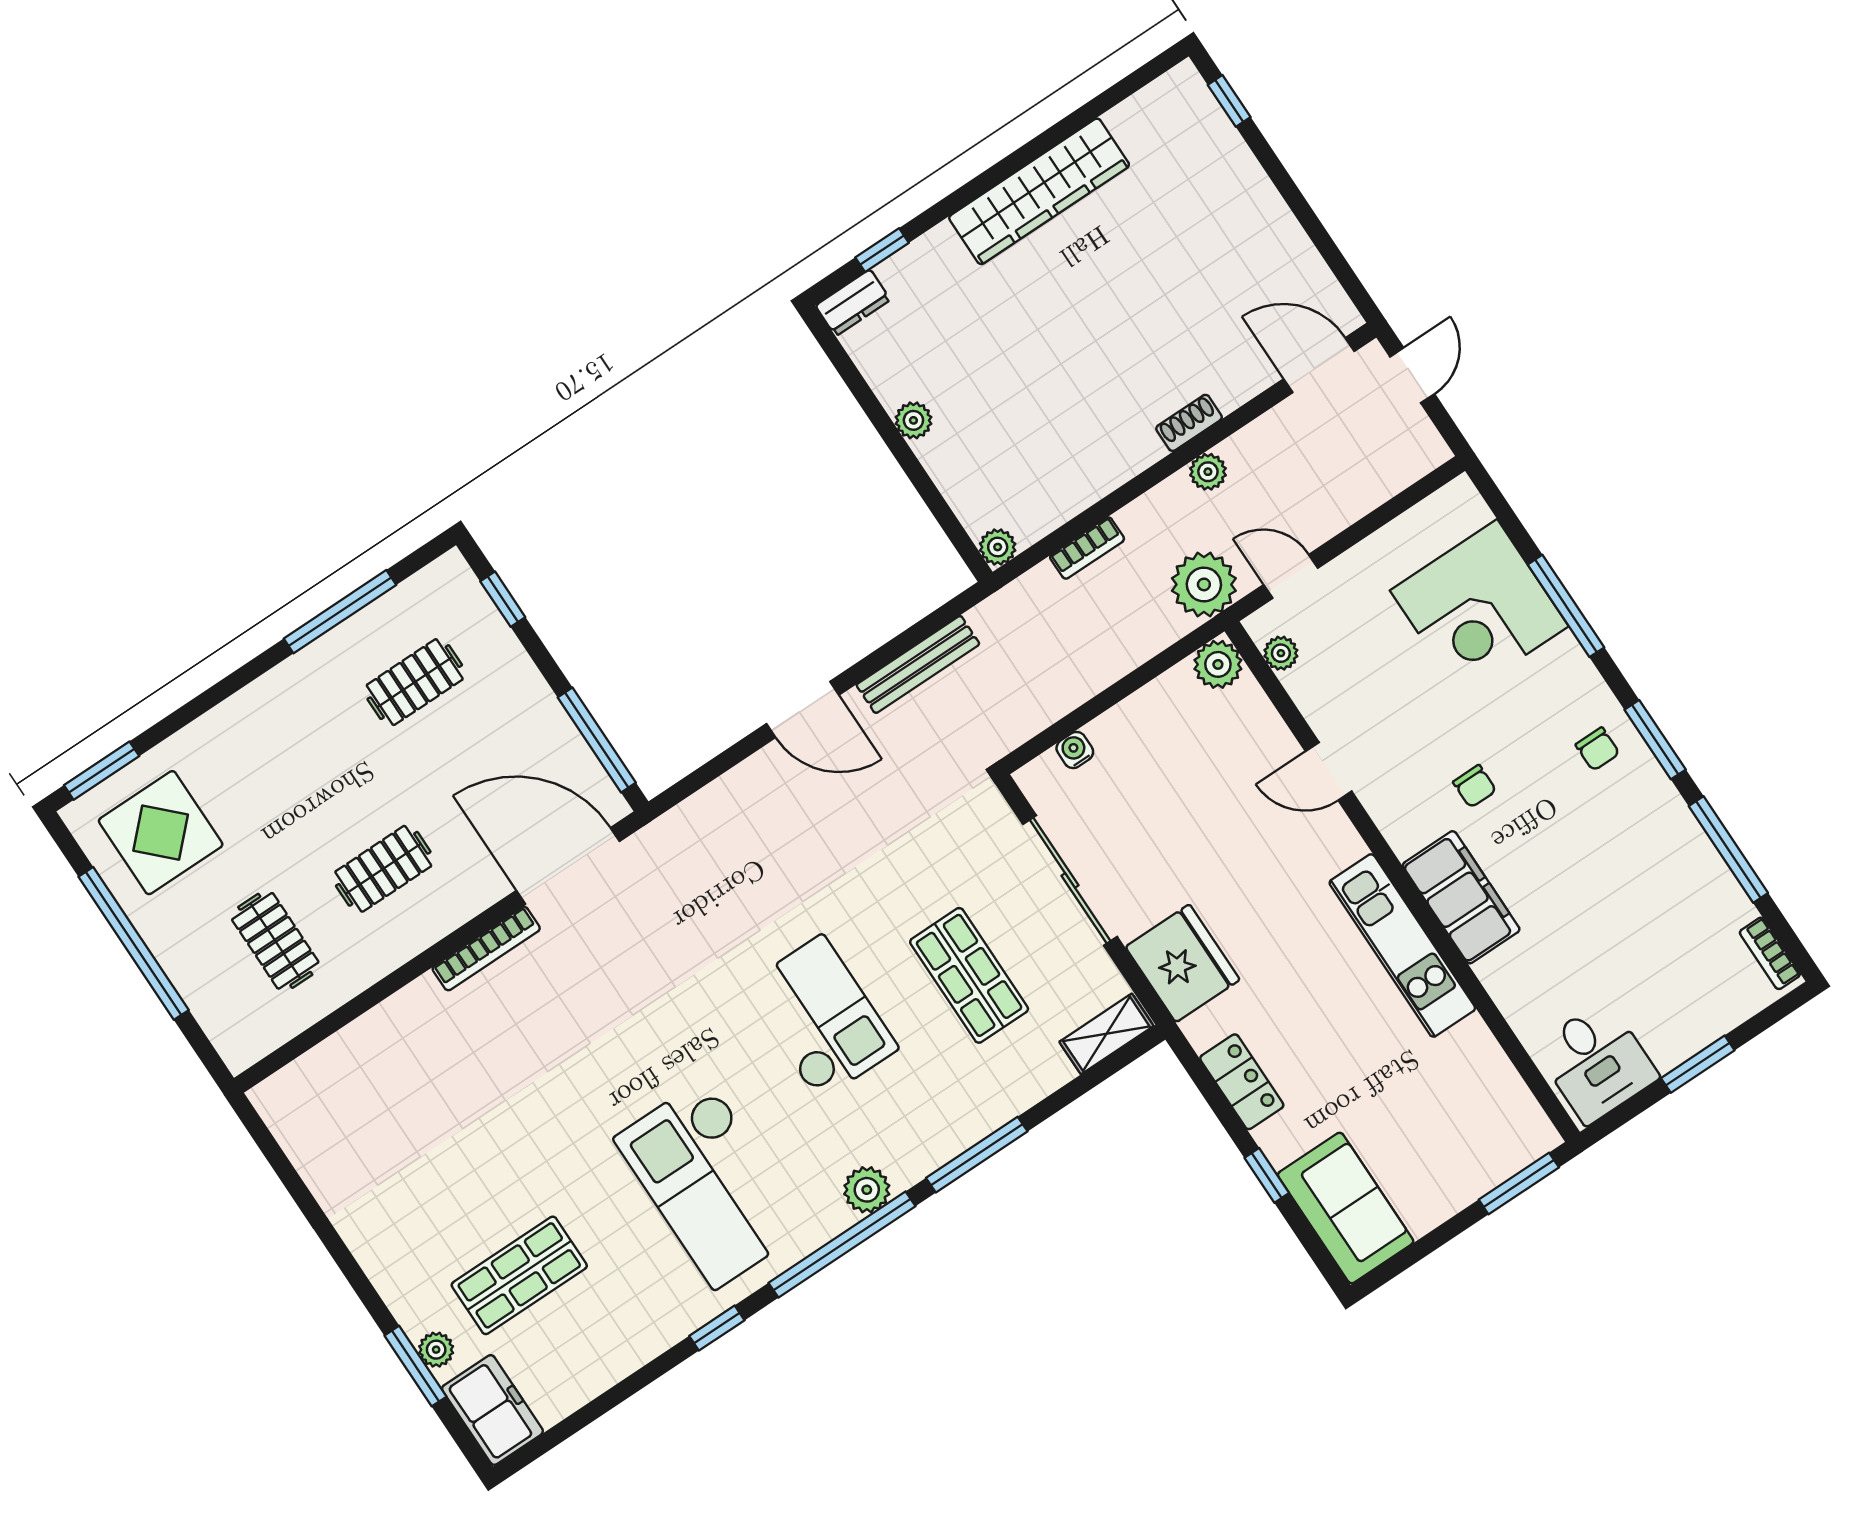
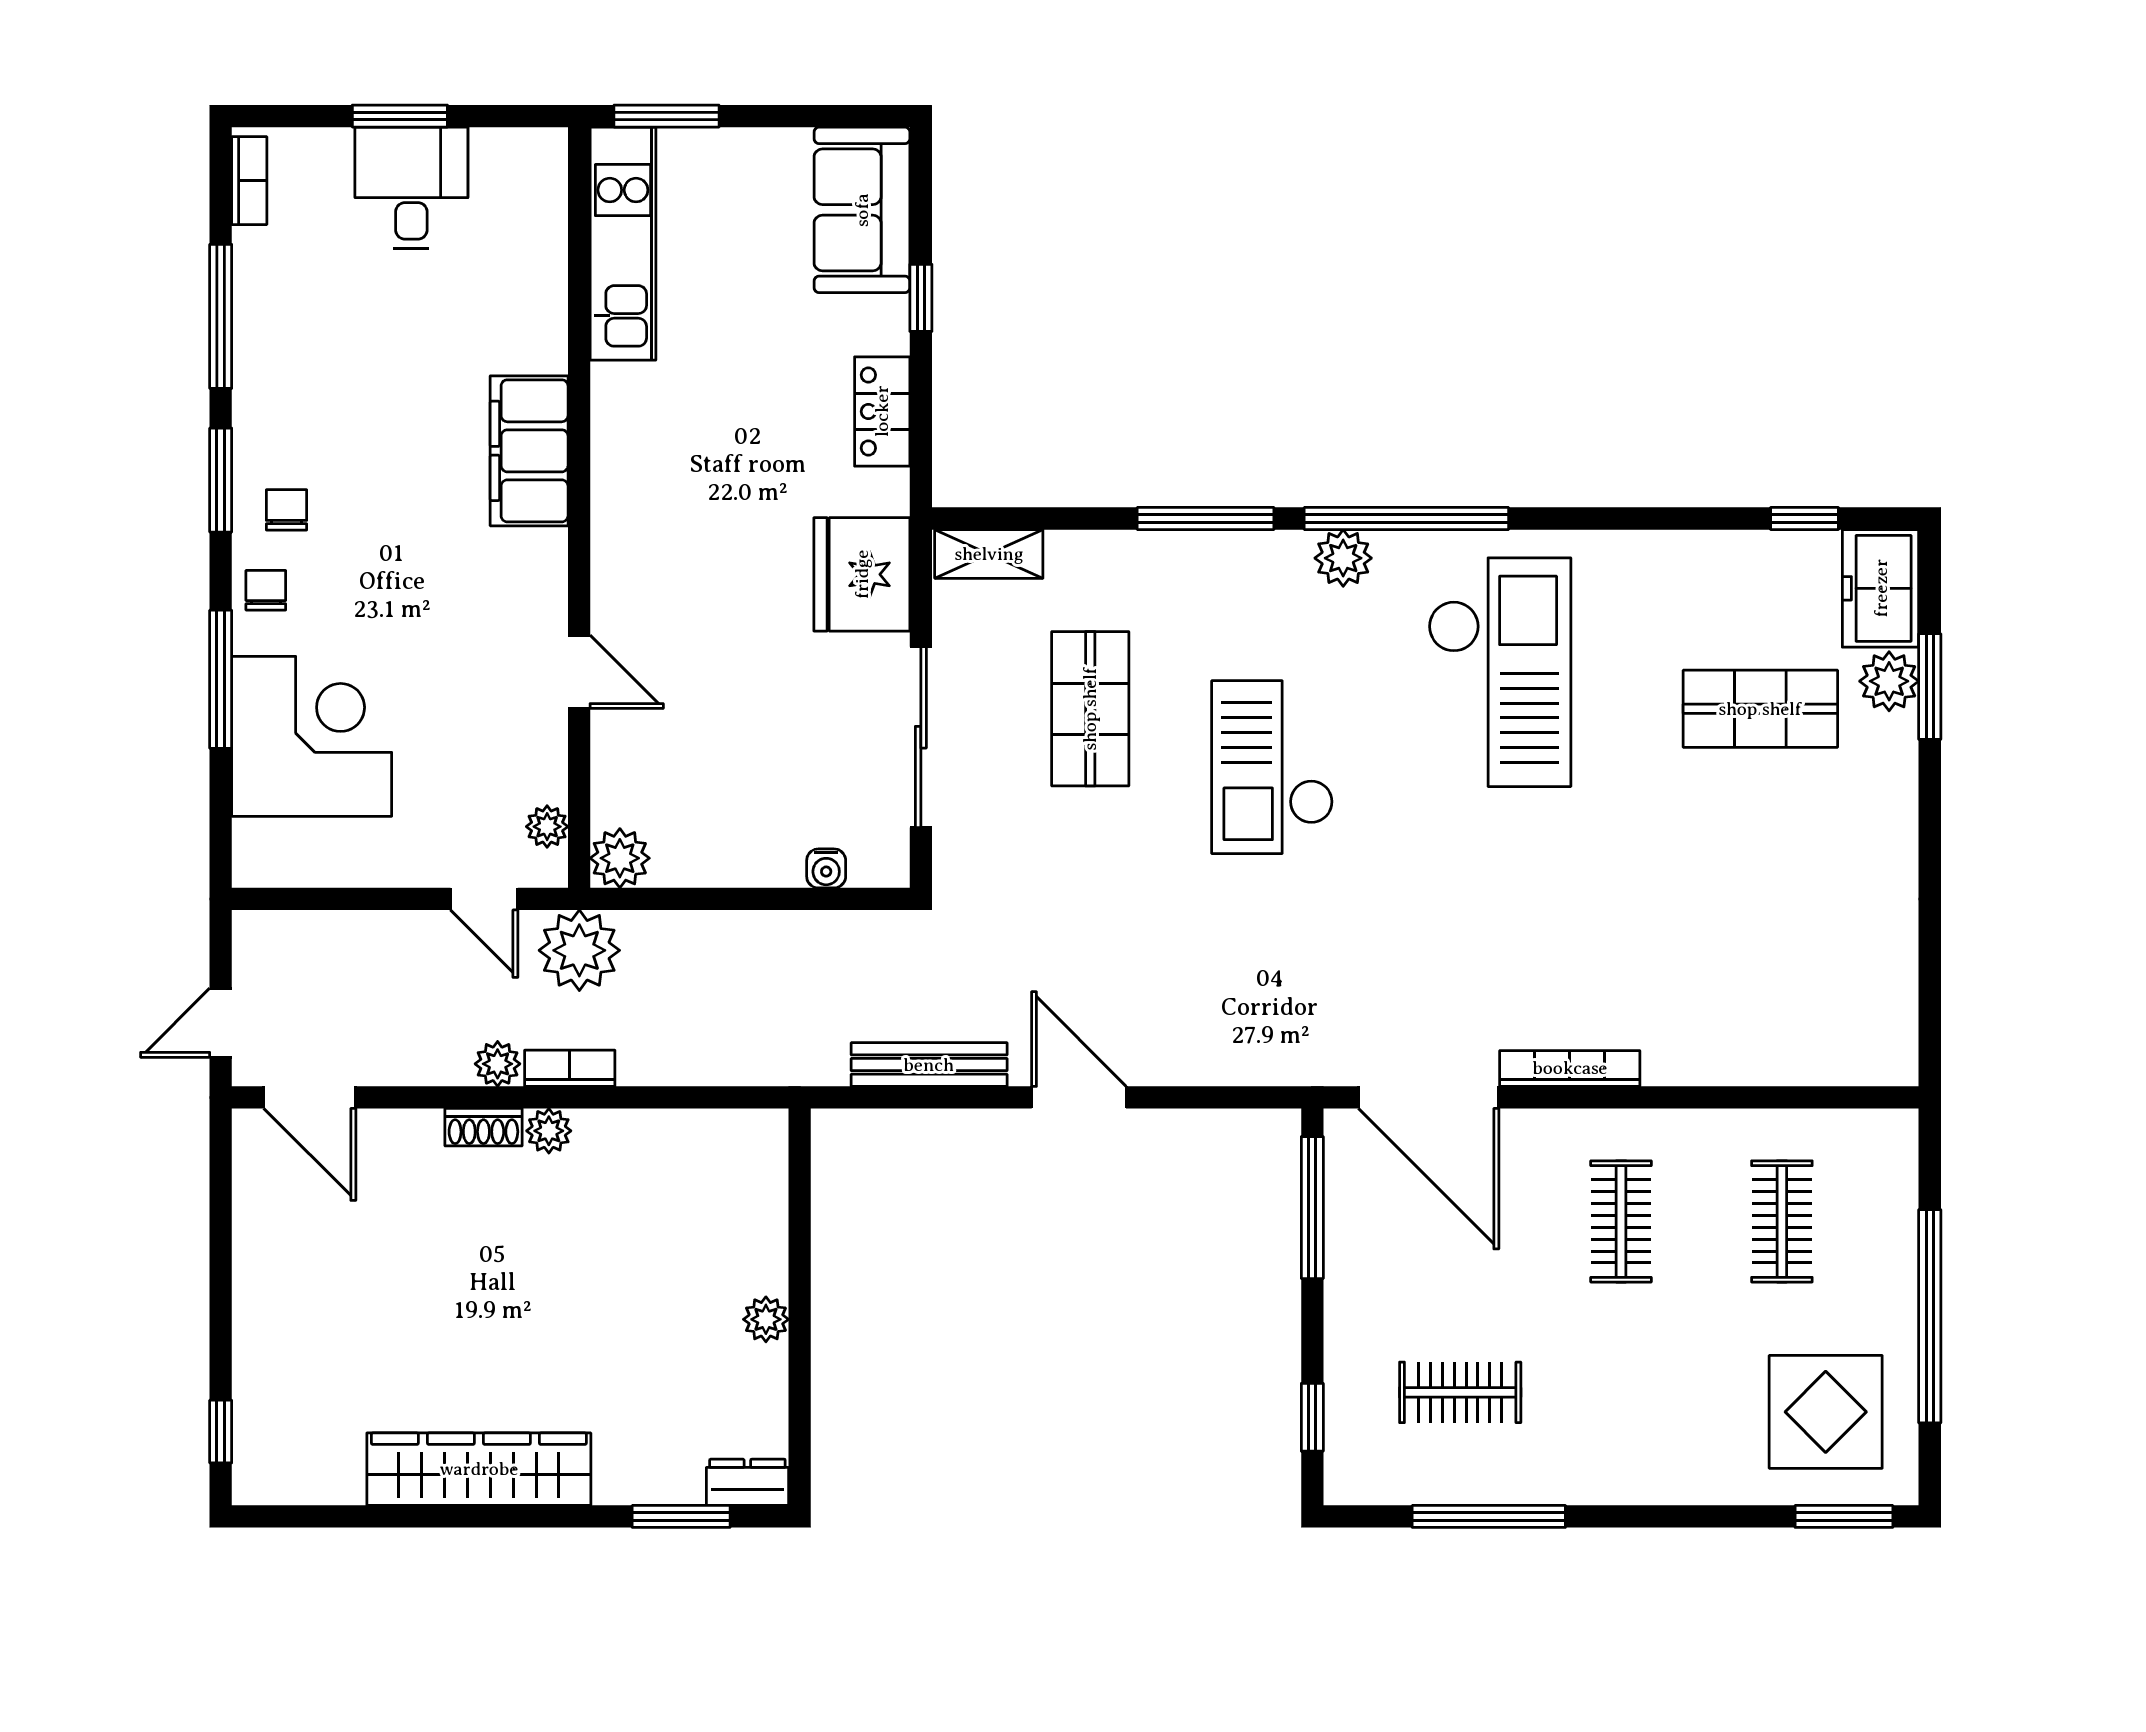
window: (882, 250) -> (681, 1516), width x1.50
plant: (998, 547) -> (549, 1131), moved
bookcase: (1087, 548) -> (570, 1068), moved
chair: (1475, 786) -> (266, 590), moved
clothes rail: (383, 869) -> (1621, 1221), turned 90
kitchen unit: (1402, 945) -> (623, 244), moved
desk: (1596, 1062) -> (411, 188), moved
window: (717, 1328) -> (1805, 519), moved
plant: (436, 1350) -> (1889, 681), width x1.38, depth x1.38

